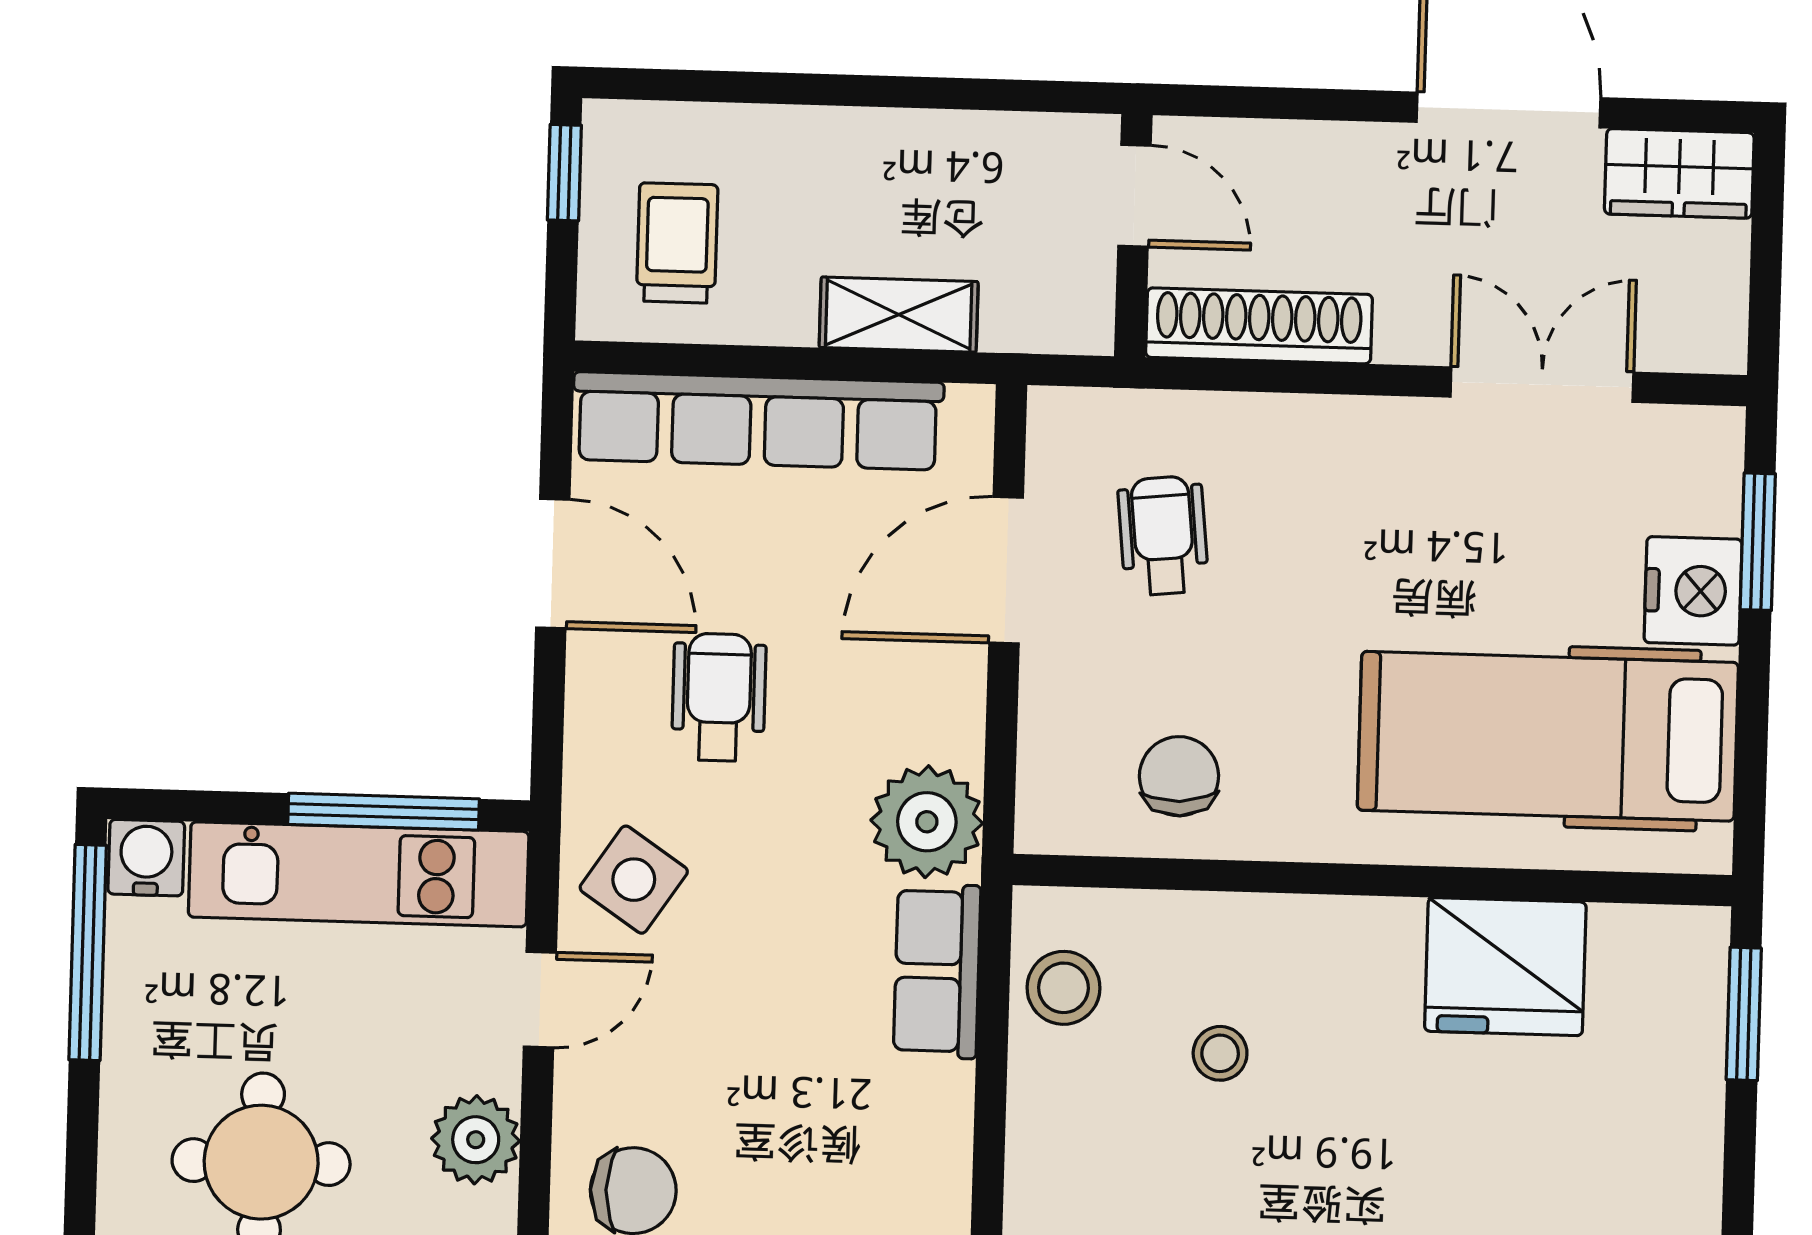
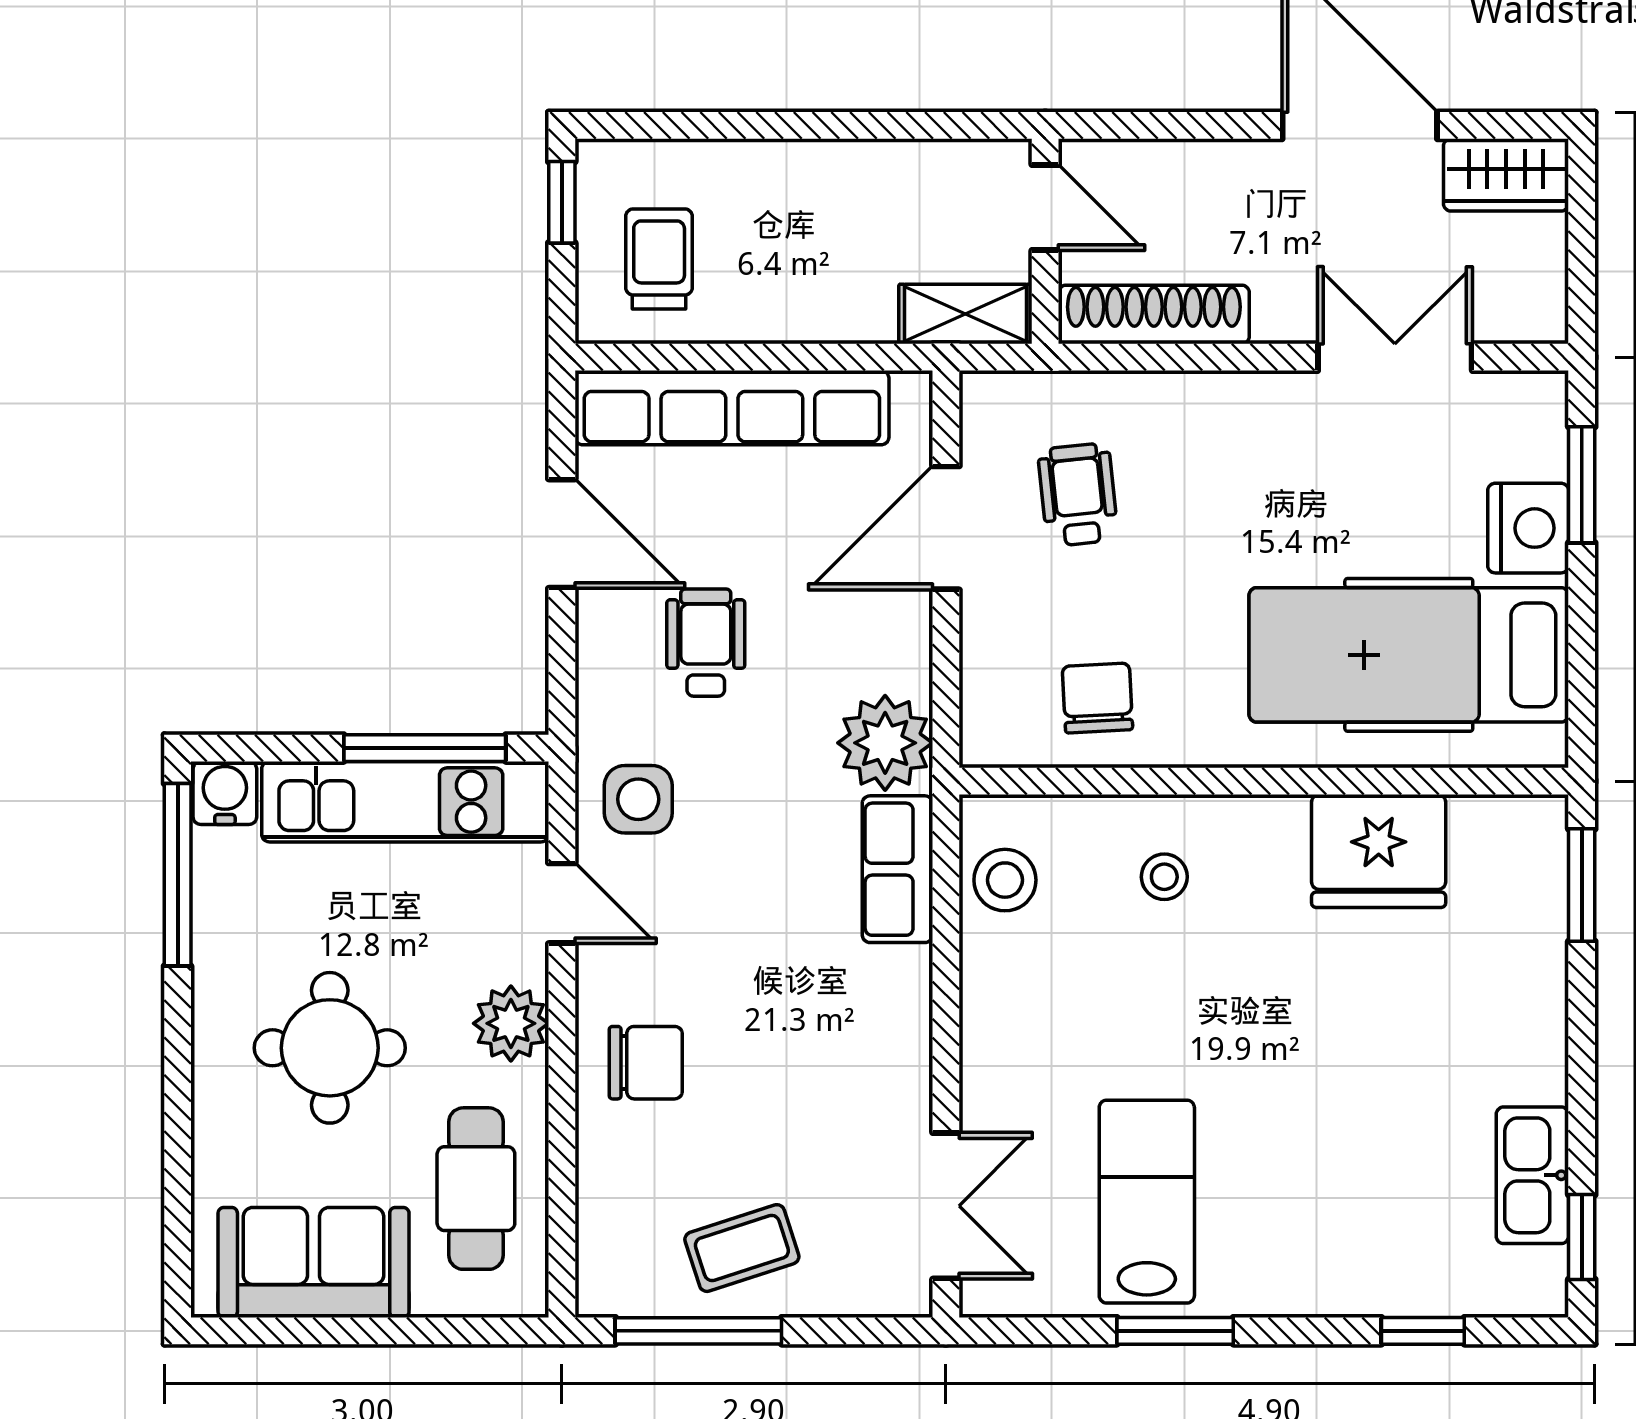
shelving: (899, 315) -> (965, 314), moved
side table: (634, 880) -> (638, 799), turned -34
door: (540, 1000) -> (562, 903), hinge flipped
stool: (1220, 1053) -> (1164, 877), moved

